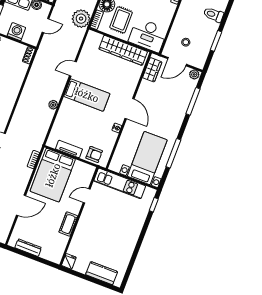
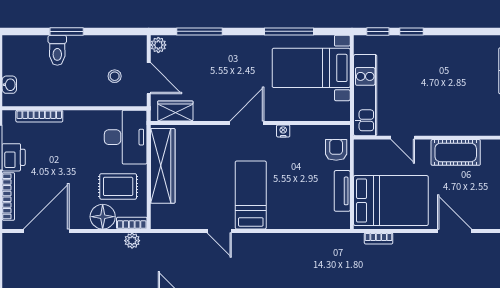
plant: (81, 19) -> (132, 241), width x0.53, depth x0.53
window: (216, 41) -> (67, 31), moved
plant: (53, 105) -> (285, 240), removed
cot: (68, 224) -> (456, 152), width x1.37, depth x1.34
window: (146, 224) -> (411, 31), added

